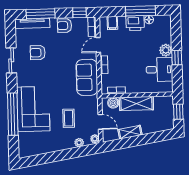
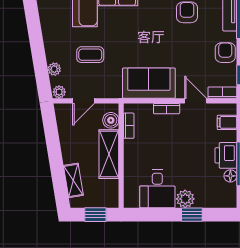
window: (177, 58) -> (192, 215), moved
shelving: (130, 132) -> (73, 180), moved

